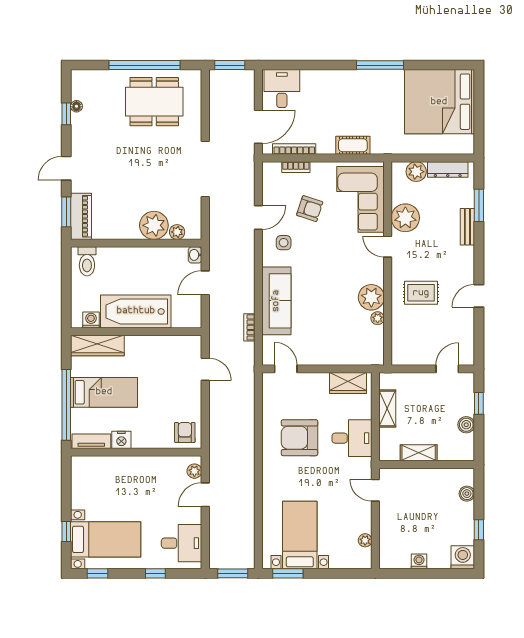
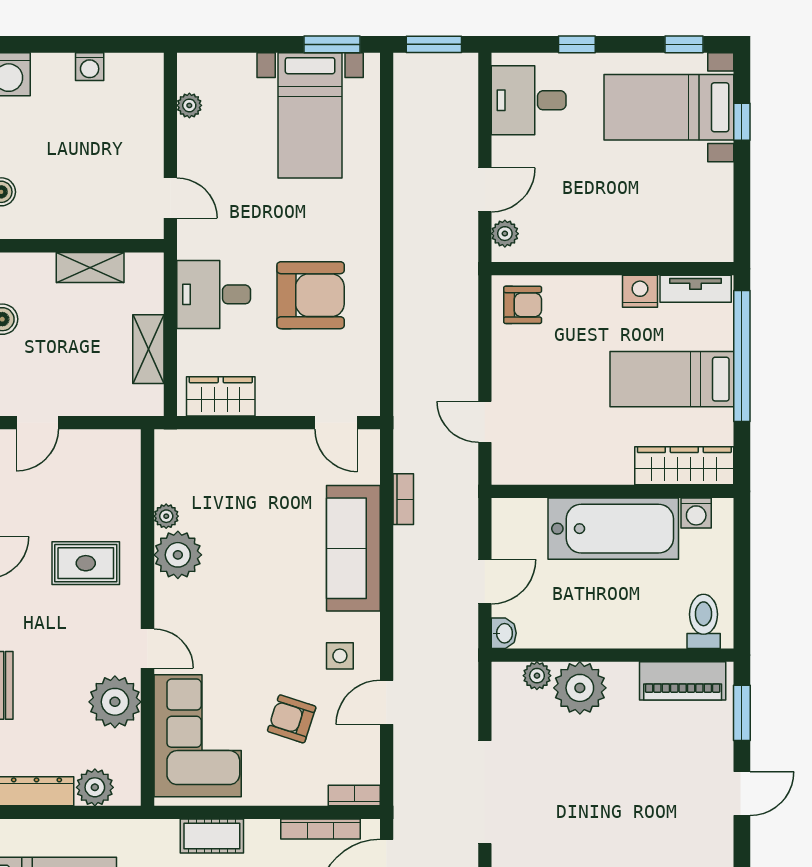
bookcase: (296, 167) -> (354, 795), moved
piano: (81, 216) -> (683, 681), moved, turned -90
armchair: (185, 432) -> (523, 305), turned -90

